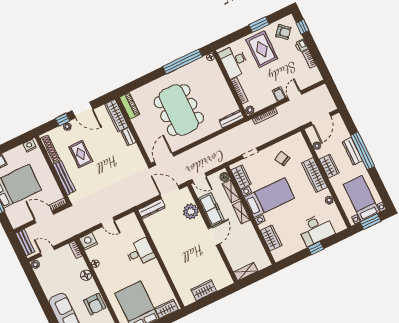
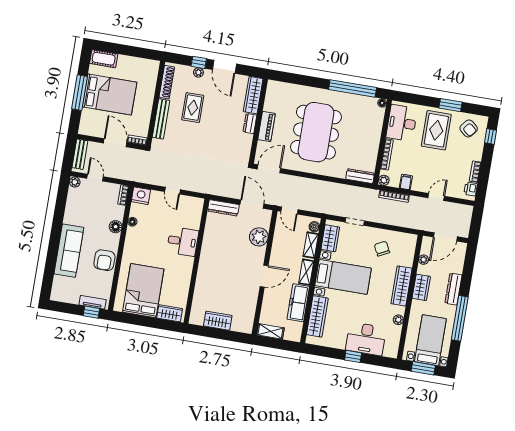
printer: (301, 46) -> (471, 189), moved
filing cabinet: (279, 94) -> (406, 182), moved
piano: (130, 106) -> (267, 127), moved
nightstand: (30, 146) -> (150, 65), removed
window: (363, 151) -> (460, 318), moved
freezer: (211, 209) -> (298, 303), moved, turned 180
wardrobe: (271, 238) -> (317, 316), width x1.50

